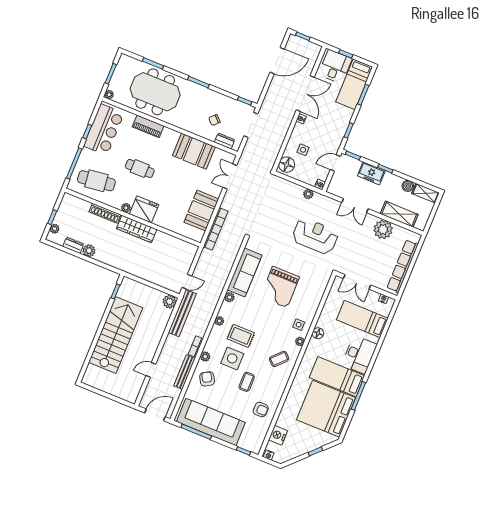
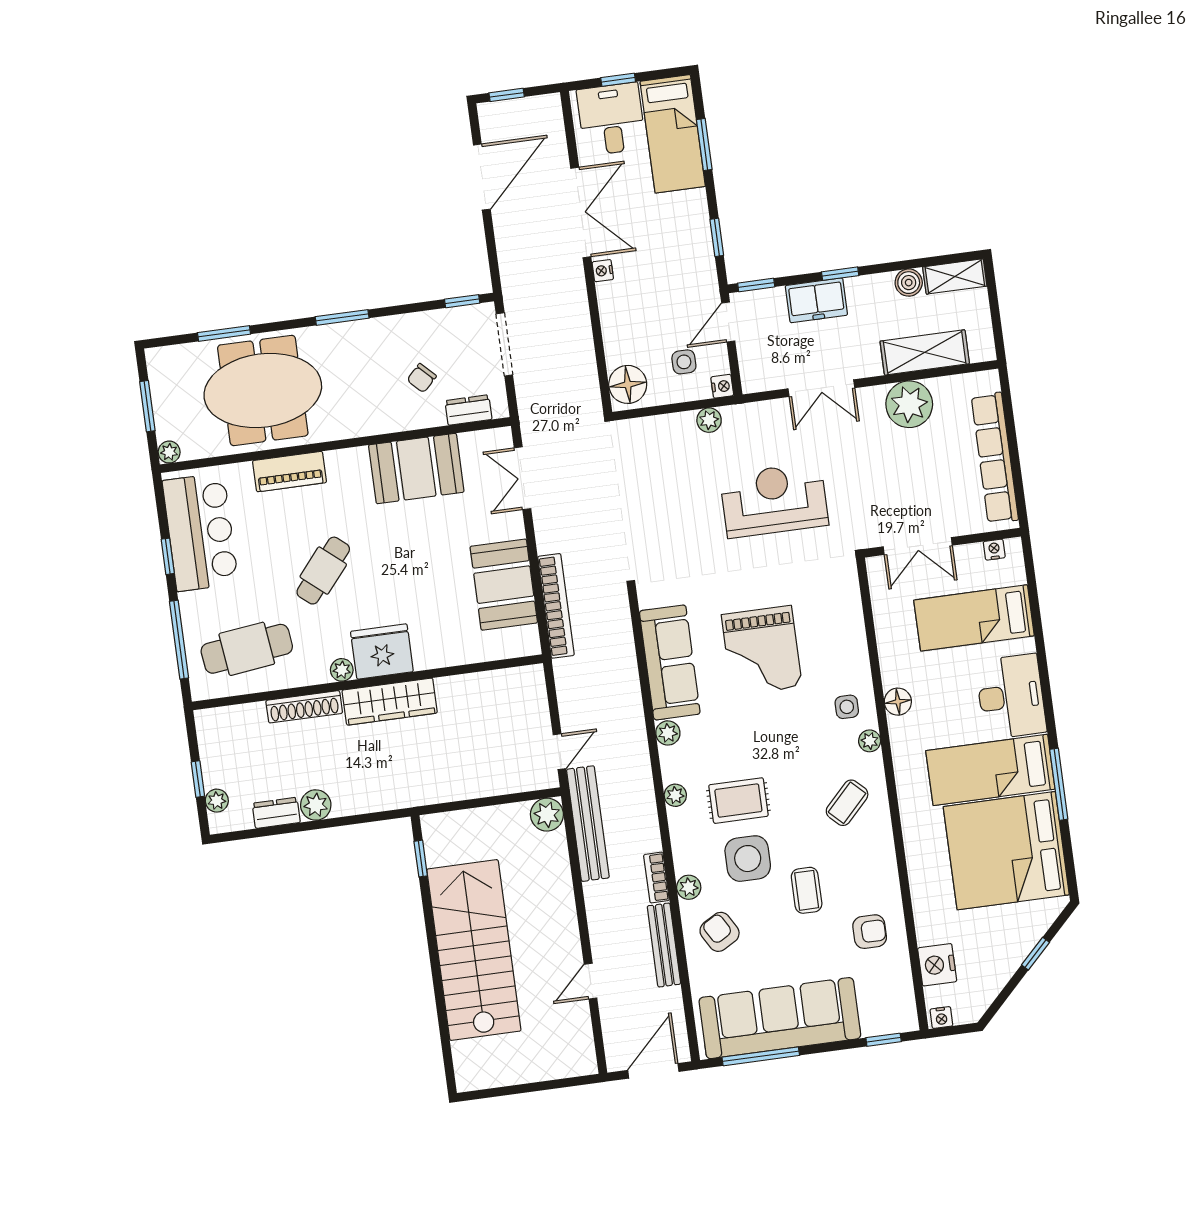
side table: (303, 150) -> (684, 362), moved
cafe table: (140, 169) -> (323, 571), turned -50

